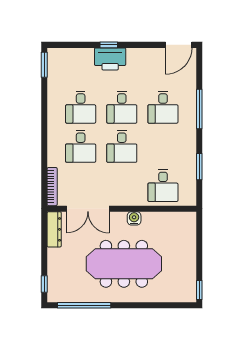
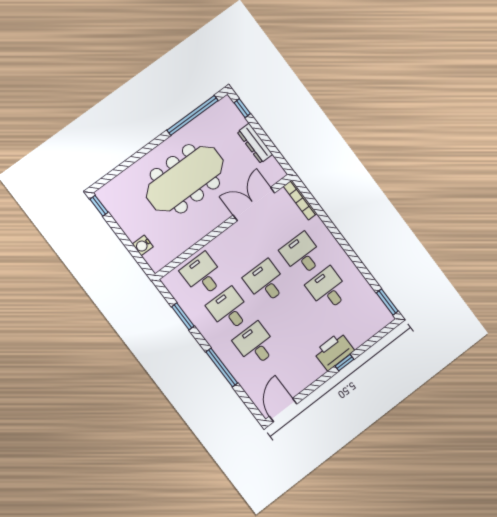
desk: (122, 107) -> (229, 310), moved
water cooler: (134, 218) -> (143, 245), moved, turned 90
dresser: (54, 229) -> (255, 143), moved

